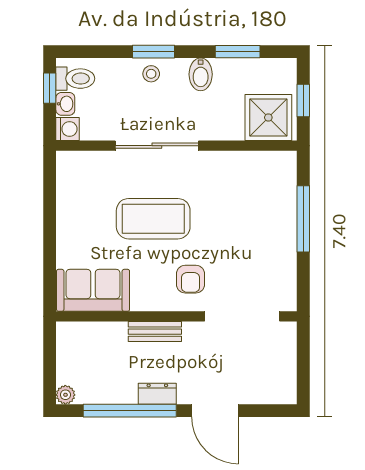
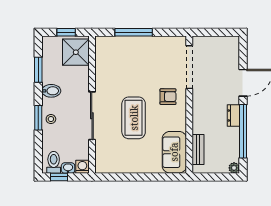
bench: (155, 332) -> (198, 149), moved

